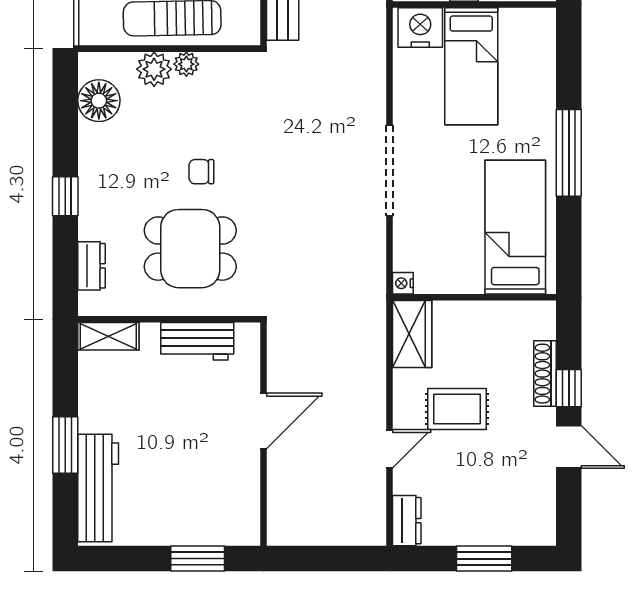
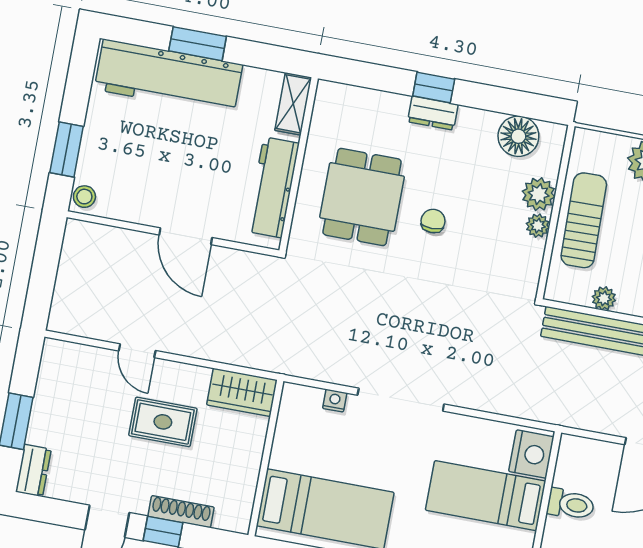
dresser: (91, 266) -> (433, 113), moved
nightstand: (403, 283) -> (335, 401), moved
workbench: (197, 341) -> (273, 187), width x1.38
rug: (457, 409) -> (163, 422), turned 90
workbench: (98, 488) -> (168, 77), width x1.36, depth x1.32
dresser: (407, 521) -> (33, 470), moved, turned -90
stool: (242, 531) -> (84, 197), added

